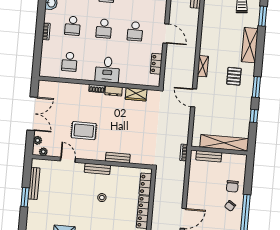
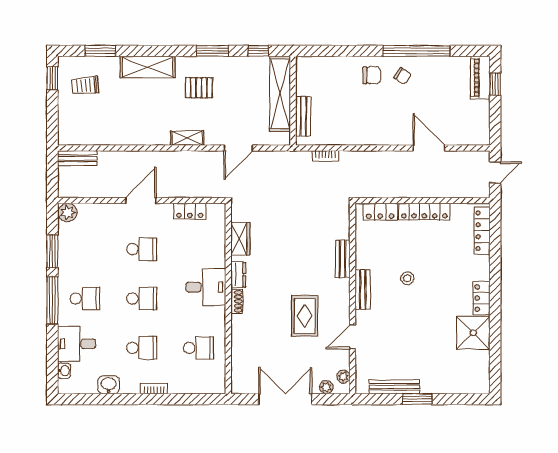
shelving: (224, 143) -> (280, 94), moved
wall: (219, 151) -> (293, 101), moved
bench: (209, 156) -> (303, 116), moved

